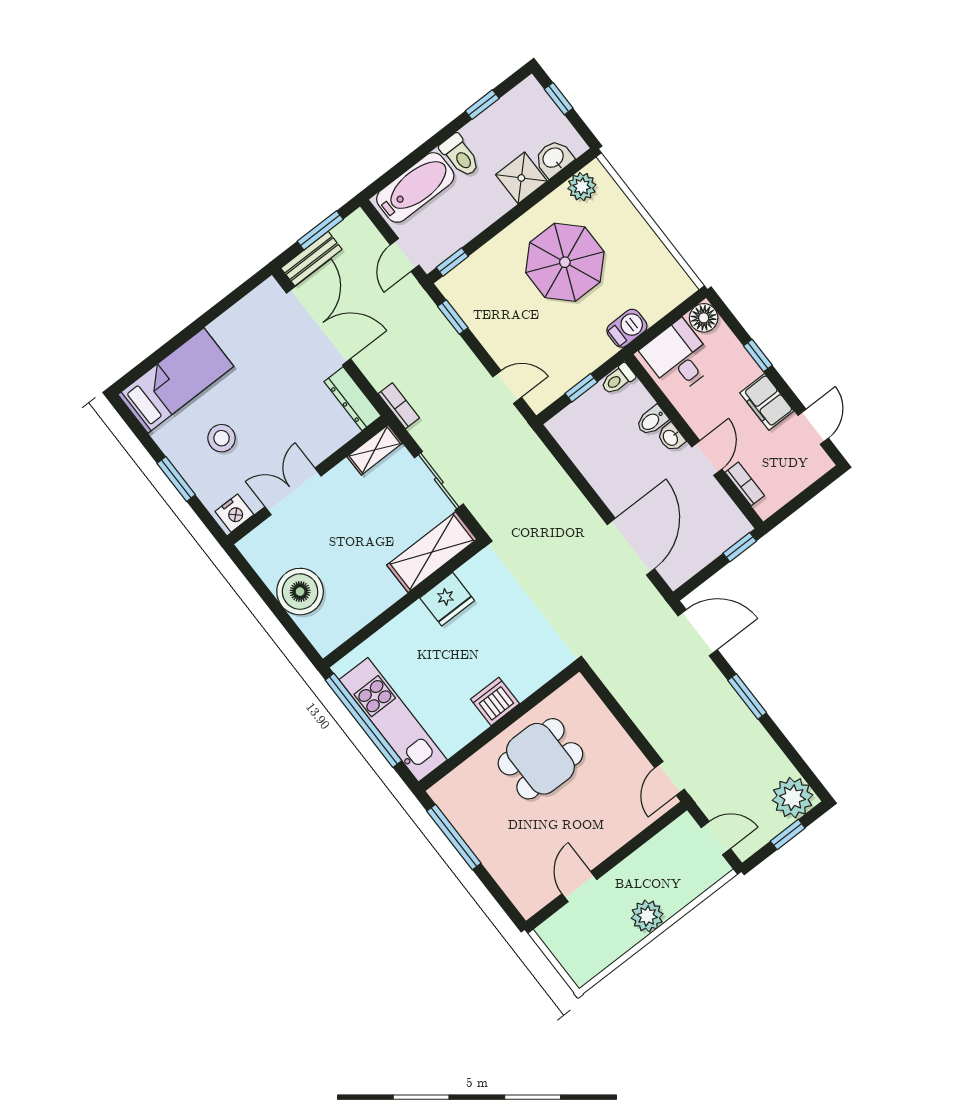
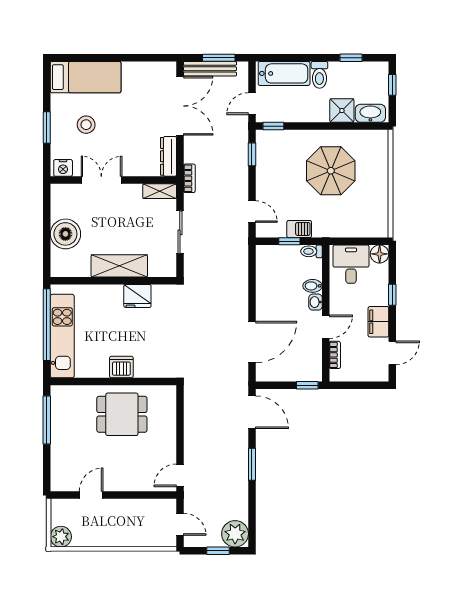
washbasin: (554, 158) -> (370, 113), width x1.38
plant: (582, 187) -> (369, 139), removed
bench: (311, 259) -> (210, 69), width x1.36
barbecue: (627, 328) -> (299, 229), moved
shelving: (432, 552) -> (119, 266), moved
plant: (647, 916) -> (61, 537), moved

